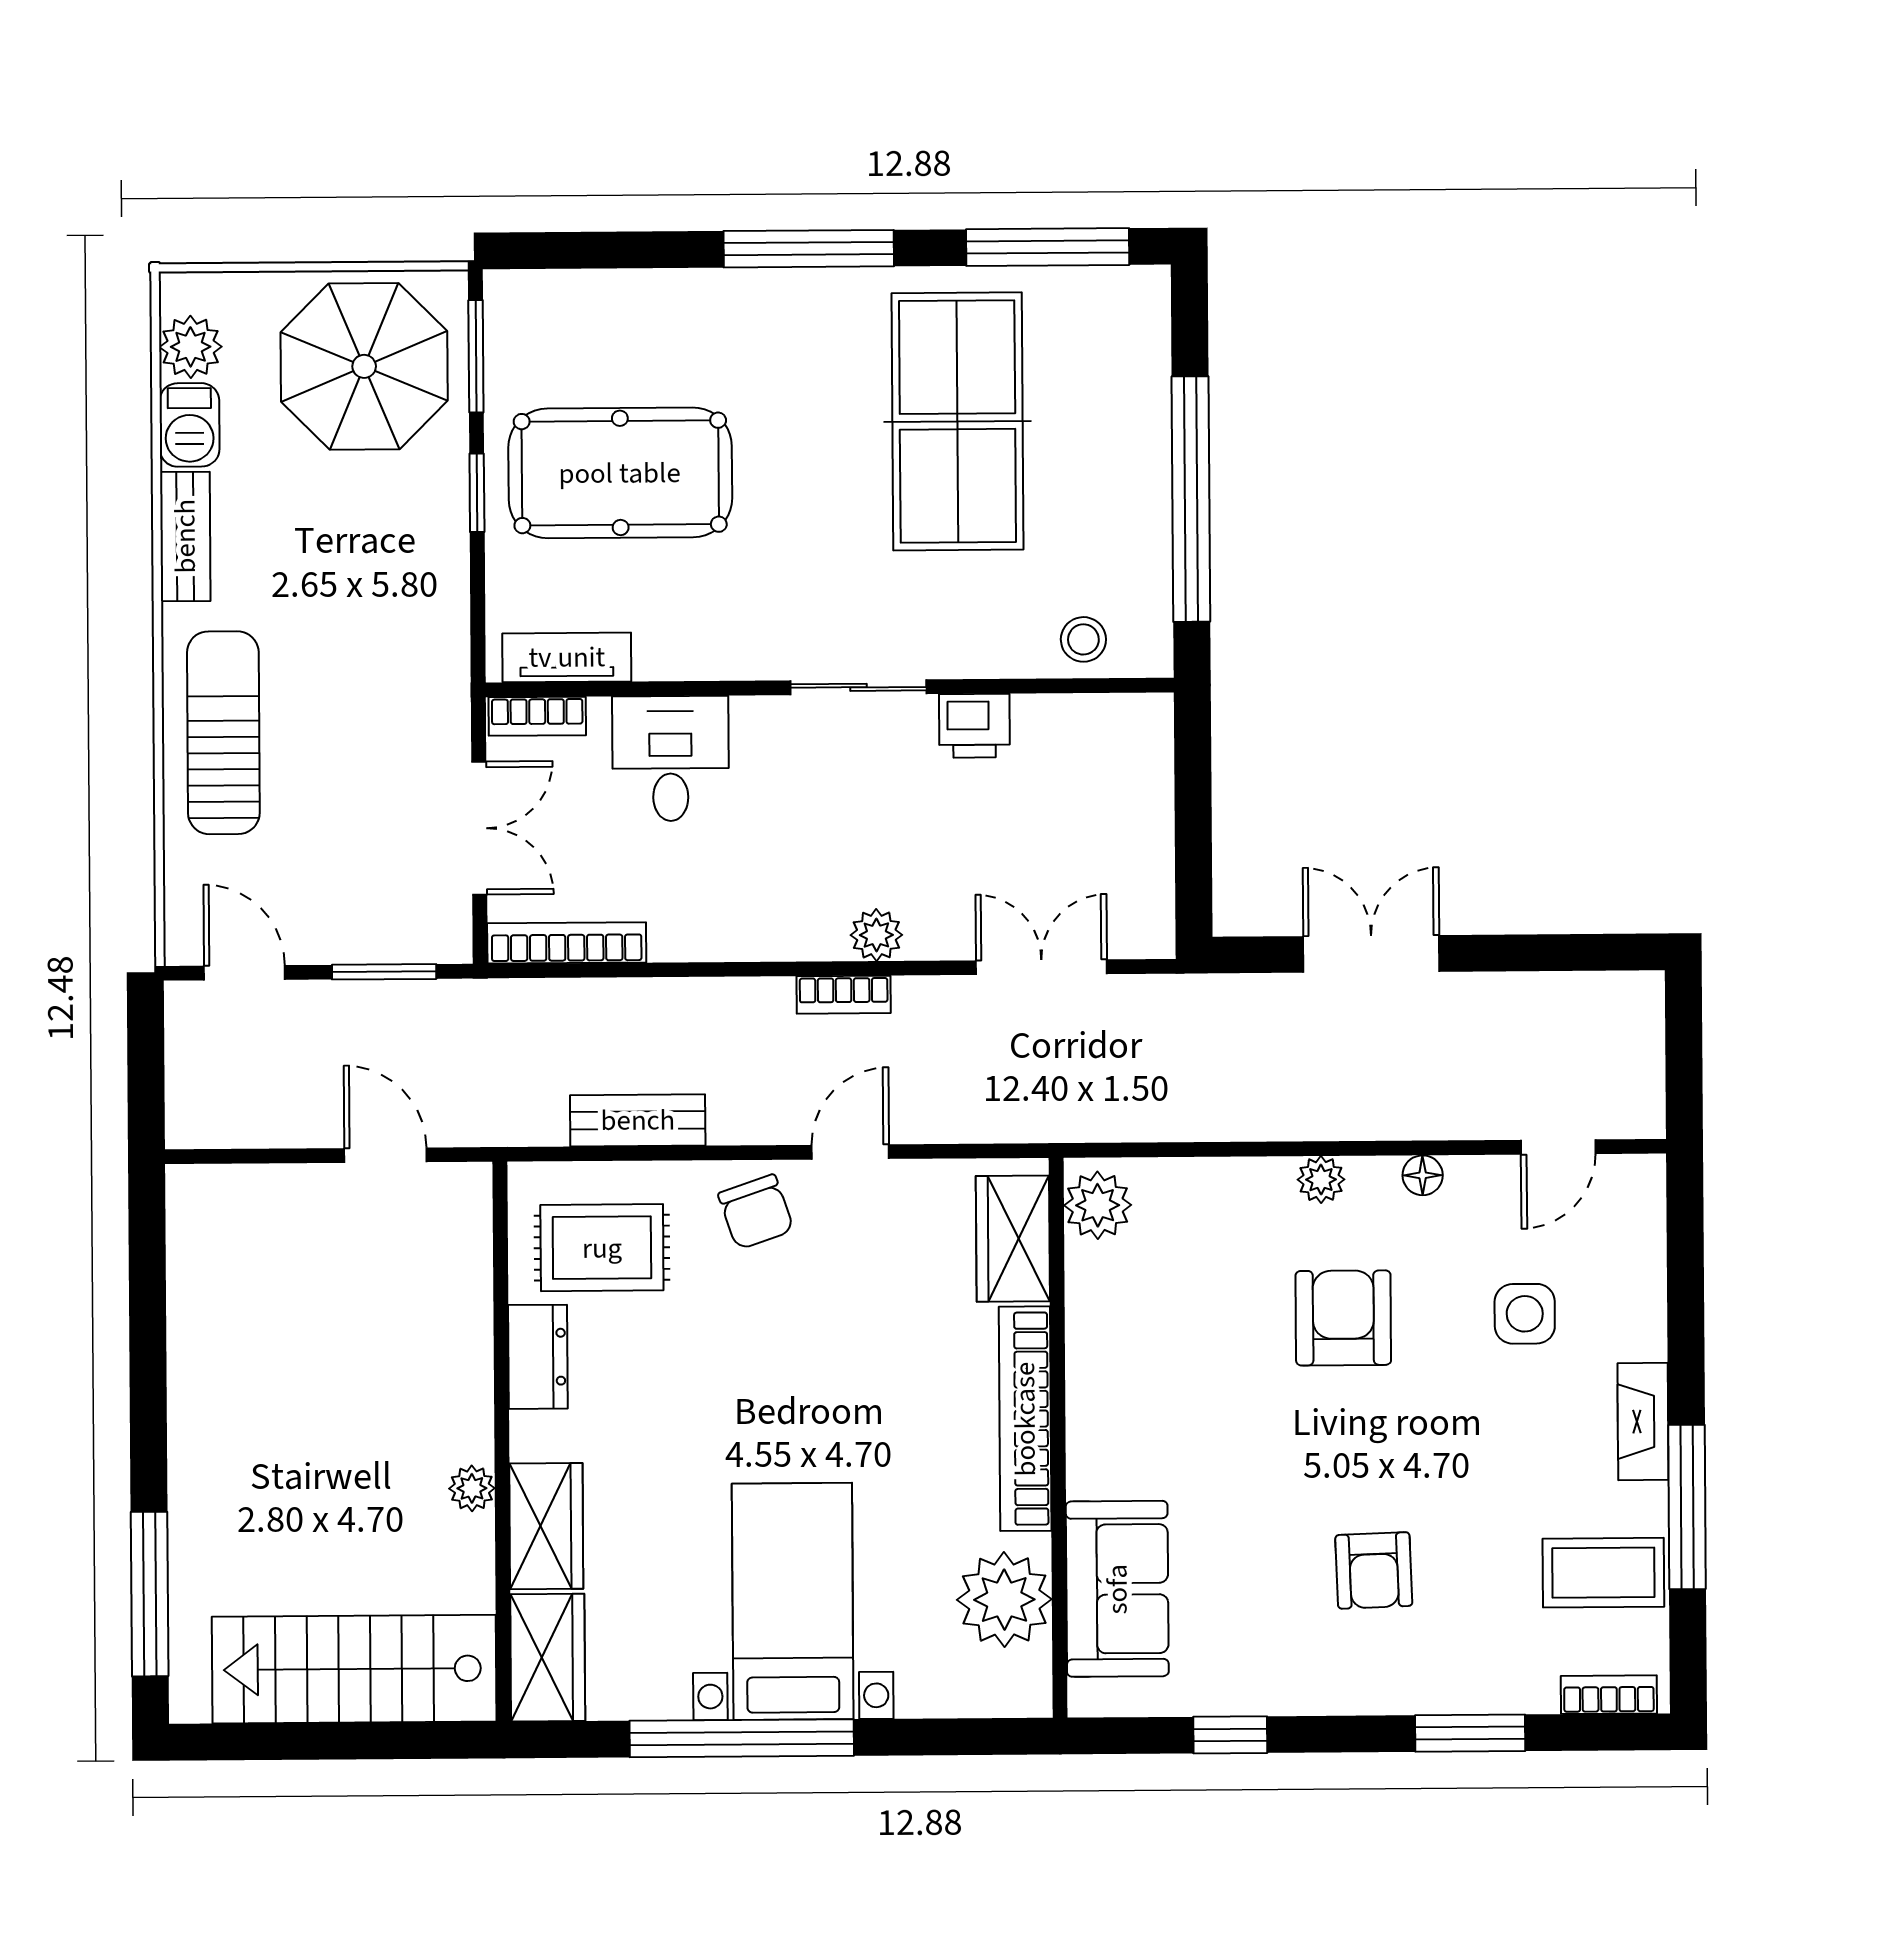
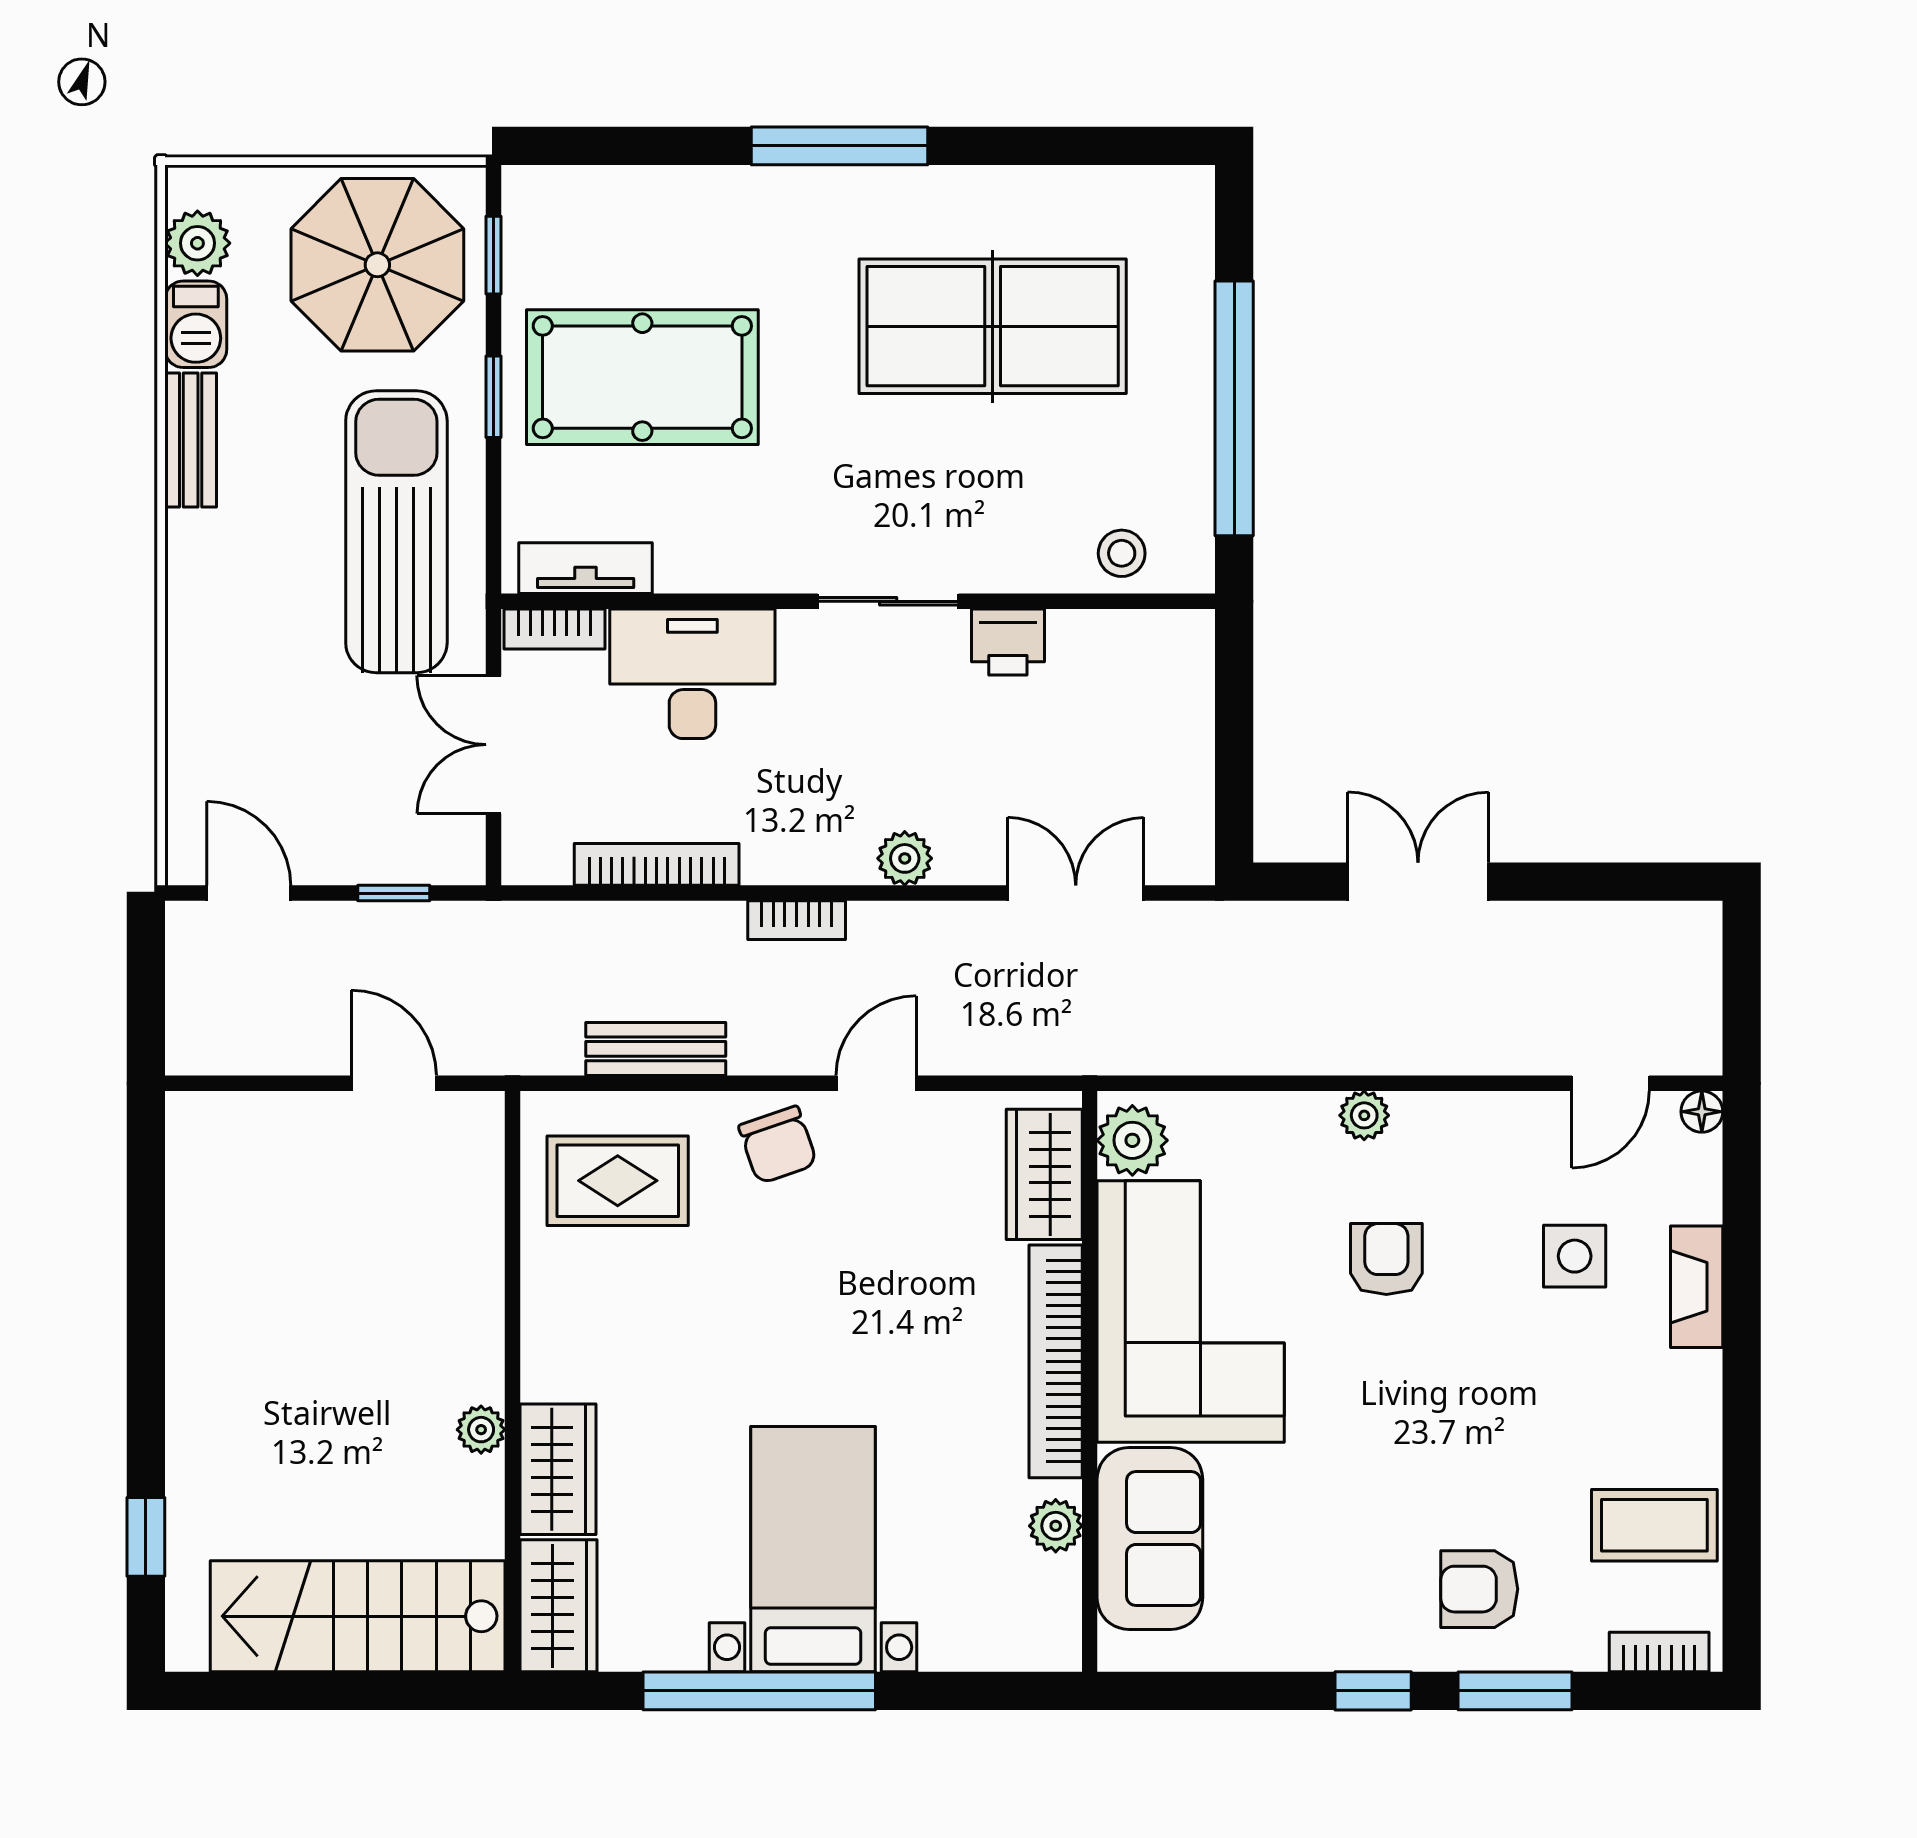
window: (1048, 247) -> (1087, 146), removed
window: (476, 356) -> (493, 255), width x0.67
table tennis table: (958, 421) -> (993, 326), turned 90
sun lounger: (223, 733) -> (396, 532), moved, width x1.36, depth x1.34
desk: (670, 758) -> (692, 674), width x1.37
double door: (479, 828) -> (493, 745), swing flipped
bookcase: (567, 943) -> (657, 864), moved
window: (384, 972) -> (394, 893), width x0.67
bookcase: (844, 995) -> (797, 920), moved
floor lamp: (1423, 1175) -> (1702, 1112), moved
armchair: (1343, 1318) -> (1386, 1259), width x0.72, depth x0.72
dresser: (538, 1357) -> (551, 1294), removed
corner sofa: (1155, 1370) -> (1191, 1311), added
fireplace: (1643, 1422) -> (1697, 1287), moved
window: (1687, 1507) -> (1742, 1458), removed
armchair: (1374, 1570) -> (1479, 1589), moved, turned 92
window: (150, 1594) -> (146, 1537), width x0.46
plant: (1004, 1600) -> (1056, 1526), width x0.53, depth x0.53
window: (1230, 1735) -> (1373, 1691), moved

